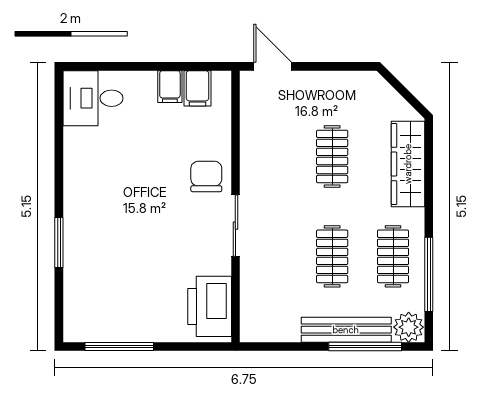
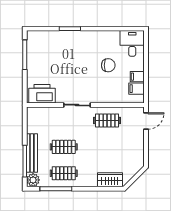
clothes rail: (332, 156) -> (107, 121), moved
wardrobe: (408, 164) -> (110, 180), width x0.67
chair: (206, 176) -> (108, 65), moved

